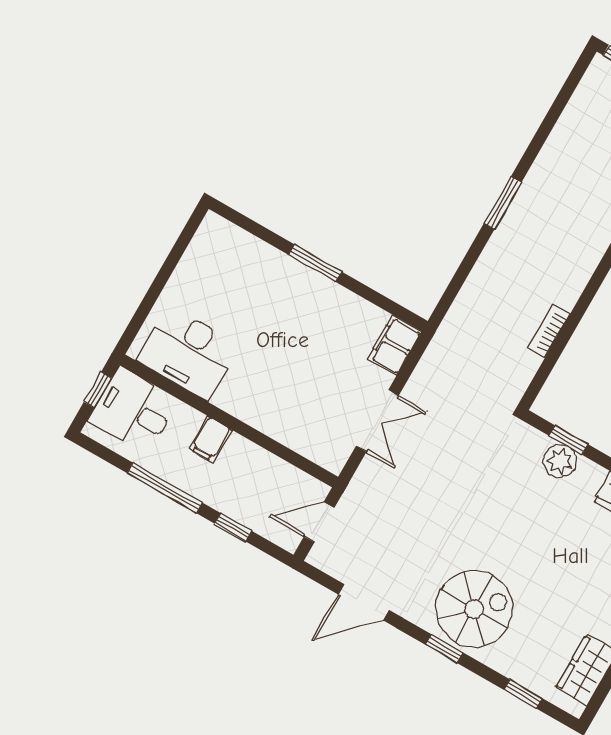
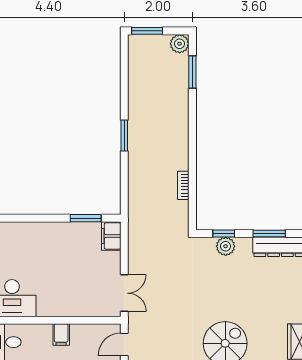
window: (315, 263) -> (86, 218), moved
double door: (377, 421) -> (124, 293), moved
filing cabinet: (210, 439) -> (61, 334), moved

